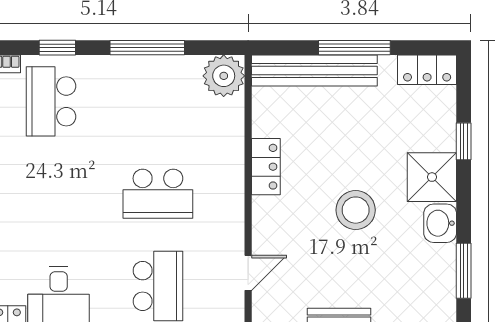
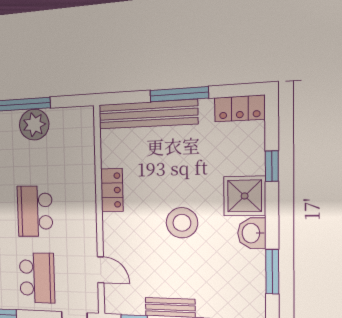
plant: (224, 76) -> (34, 125), moved
school desk: (158, 194) -> (35, 211), turned 90
door: (248, 273) -> (101, 270), hinge flipped

